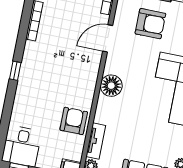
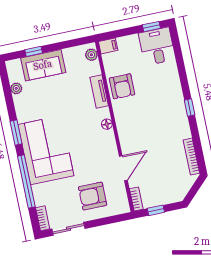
floor lamp: (111, 86) -> (107, 124), width x0.53, depth x0.53
tv unit: (96, 141) -> (99, 91), moved

